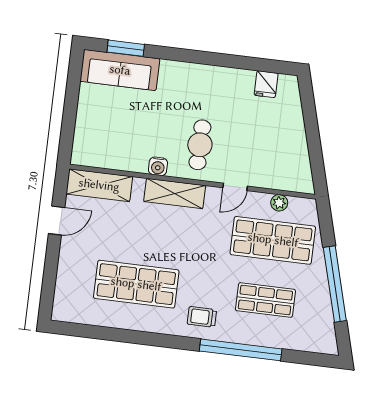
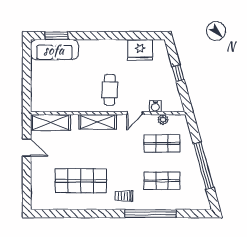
fridge: (266, 84) -> (140, 50), width x1.88, depth x1.34
window: (312, 132) -> (178, 73), added
water cooler: (158, 166) -> (155, 106), moved
door: (57, 220) -> (27, 147), hinge flipped
shop shelf: (273, 240) -> (162, 143), width x0.70, depth x0.74

